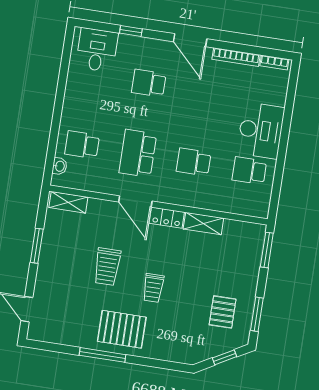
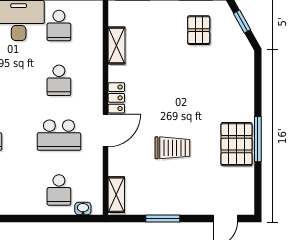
shelving: (203, 224) -> (117, 45), moved
trolley: (153, 288) -> (186, 100), removed
pallet: (223, 312) -> (199, 30), turned 90
pallet: (122, 329) -> (237, 144), moved

